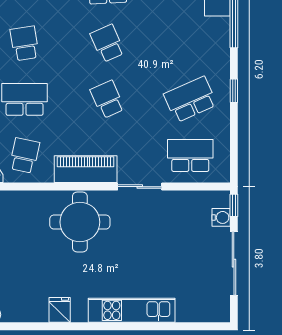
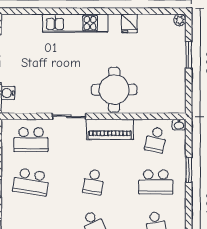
school desk: (107, 99) -> (93, 182), turned 33
school desk: (190, 99) -> (31, 182), turned 33

